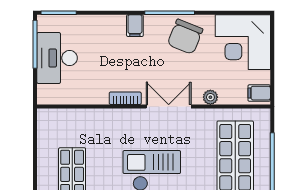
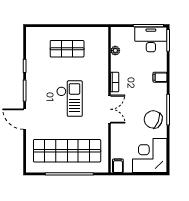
filing cabinet: (135, 26) -> (160, 77), moved
desk: (57, 58) -> (151, 39), moved
plant: (210, 97) -> (115, 51), moved

